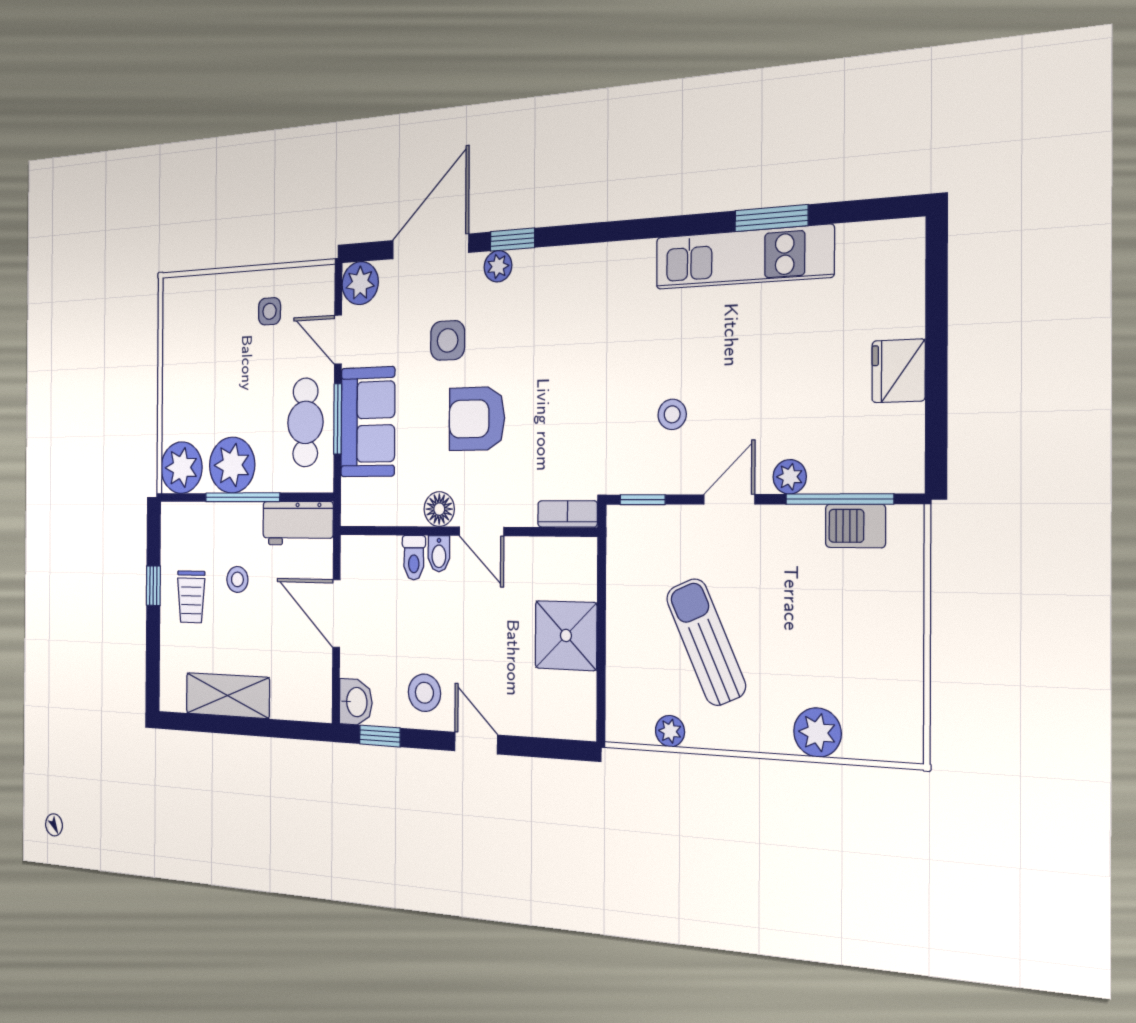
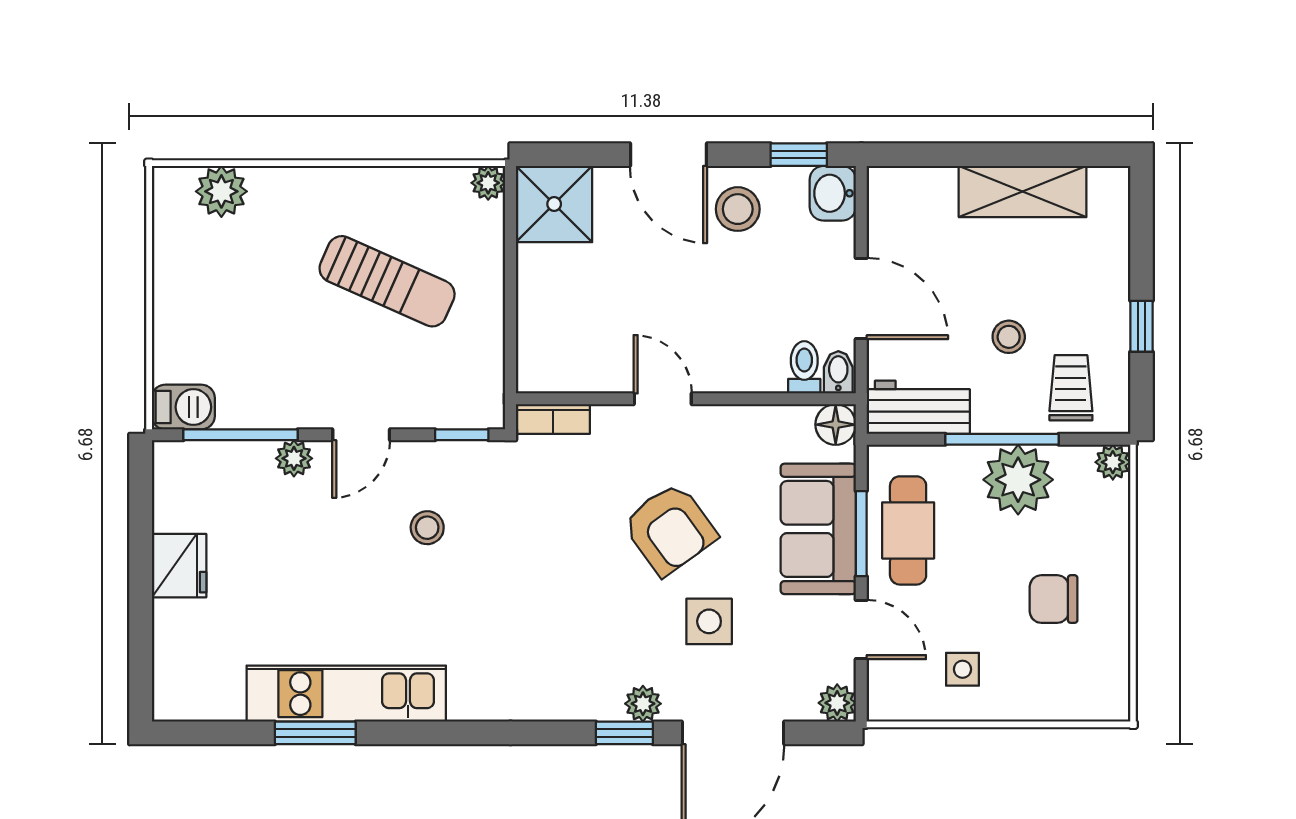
plant: (360, 283) -> (837, 703), width x0.73, depth x0.73
chair: (210, 371) -> (1054, 599), added
armchair: (477, 419) -> (670, 529), turned 54
plant: (181, 468) -> (1113, 462), width x0.53, depth x0.53
floor lamp: (439, 509) -> (836, 425), moved
barbecue: (855, 526) -> (183, 407), moved
bidet: (439, 554) -> (838, 372), moved
toilet: (414, 558) -> (804, 367), moved
trolley: (191, 597) -> (1071, 388), moved
shower: (566, 635) -> (554, 204), moved
sun lounger: (706, 642) -> (387, 281), turned -42
plant: (670, 731) -> (488, 183), moved
plant: (817, 732) -> (221, 191), moved
door: (476, 743) -> (668, 155), width x1.38

